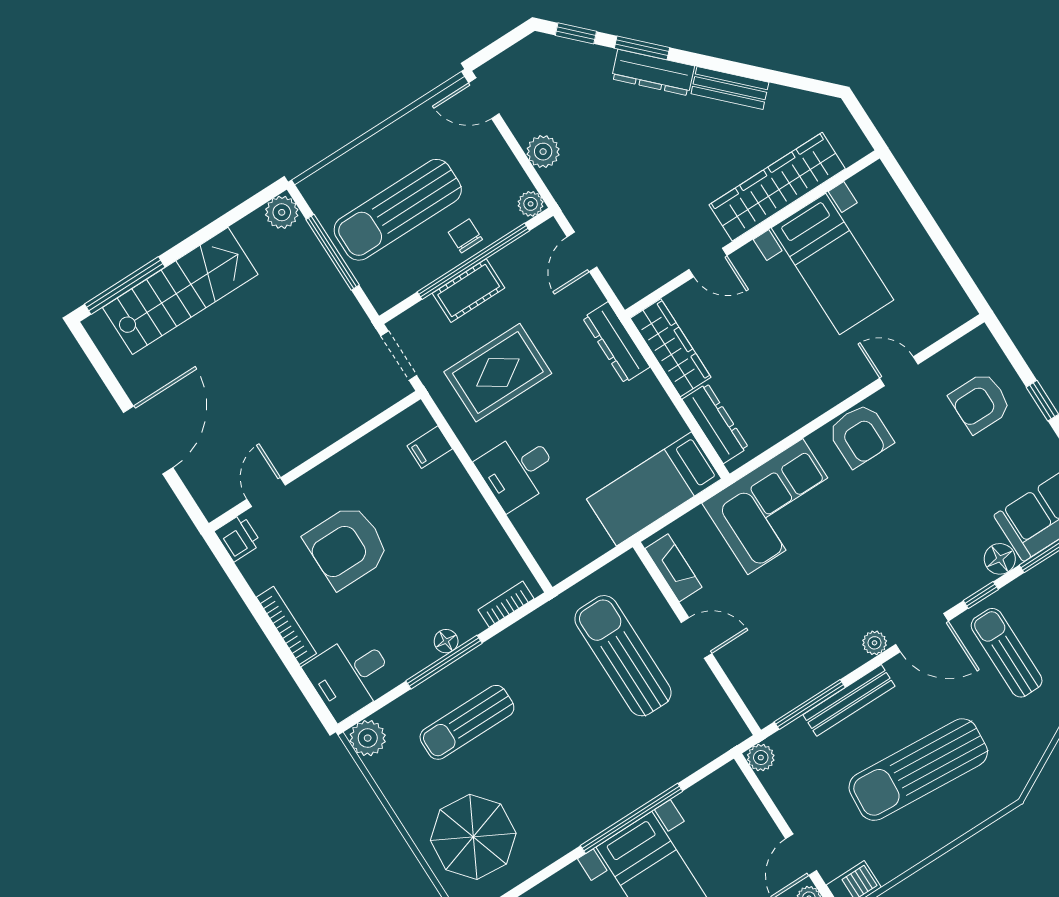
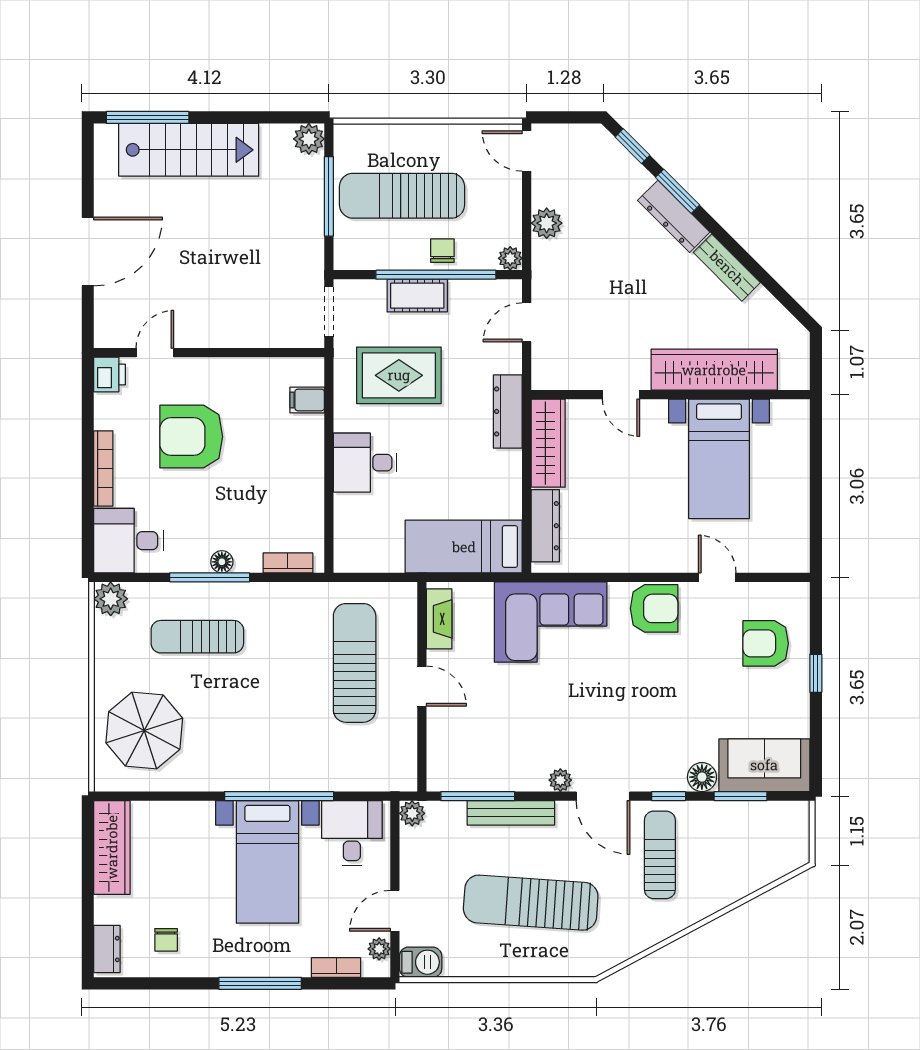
armchair: (860, 435) -> (654, 608), turned -90
desk: (718, 810) -> (352, 833), added

